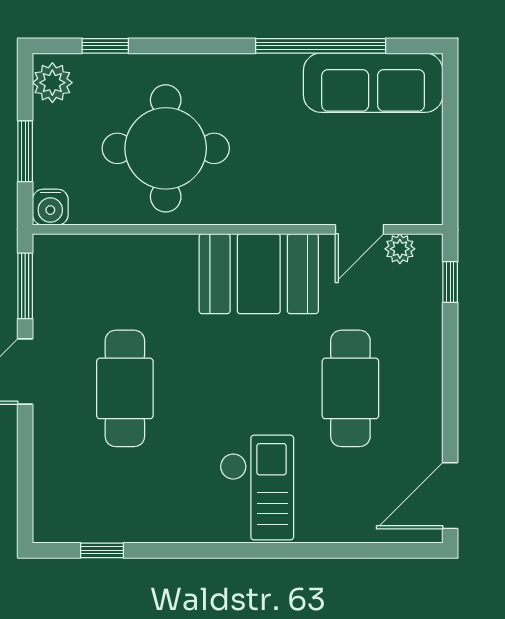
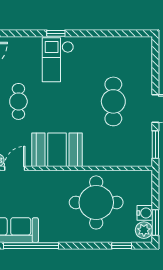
window: (25, 151) -> (155, 223), moved
water cooler: (50, 207) -> (145, 213), moved, turned 90
cafe table: (350, 388) -> (18, 101), width x0.73, depth x0.74
window: (102, 550) -> (56, 33), moved

